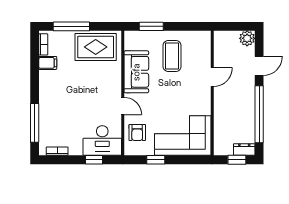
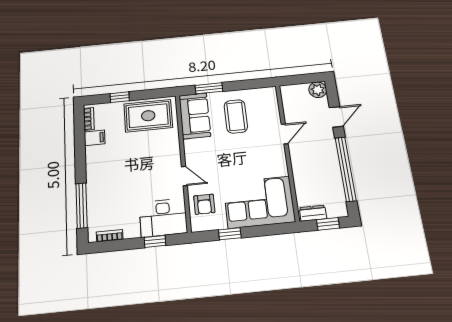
window: (71, 26) -> (120, 97), width x0.46
sofa: (136, 72) -> (195, 116), moved
dresser: (244, 150) -> (313, 213), moved

